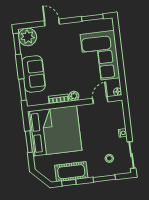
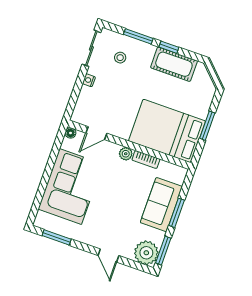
window: (23, 90) -> (177, 213), moved
bed: (55, 131) -> (167, 131), width x0.73
window: (69, 183) -> (169, 47), moved

